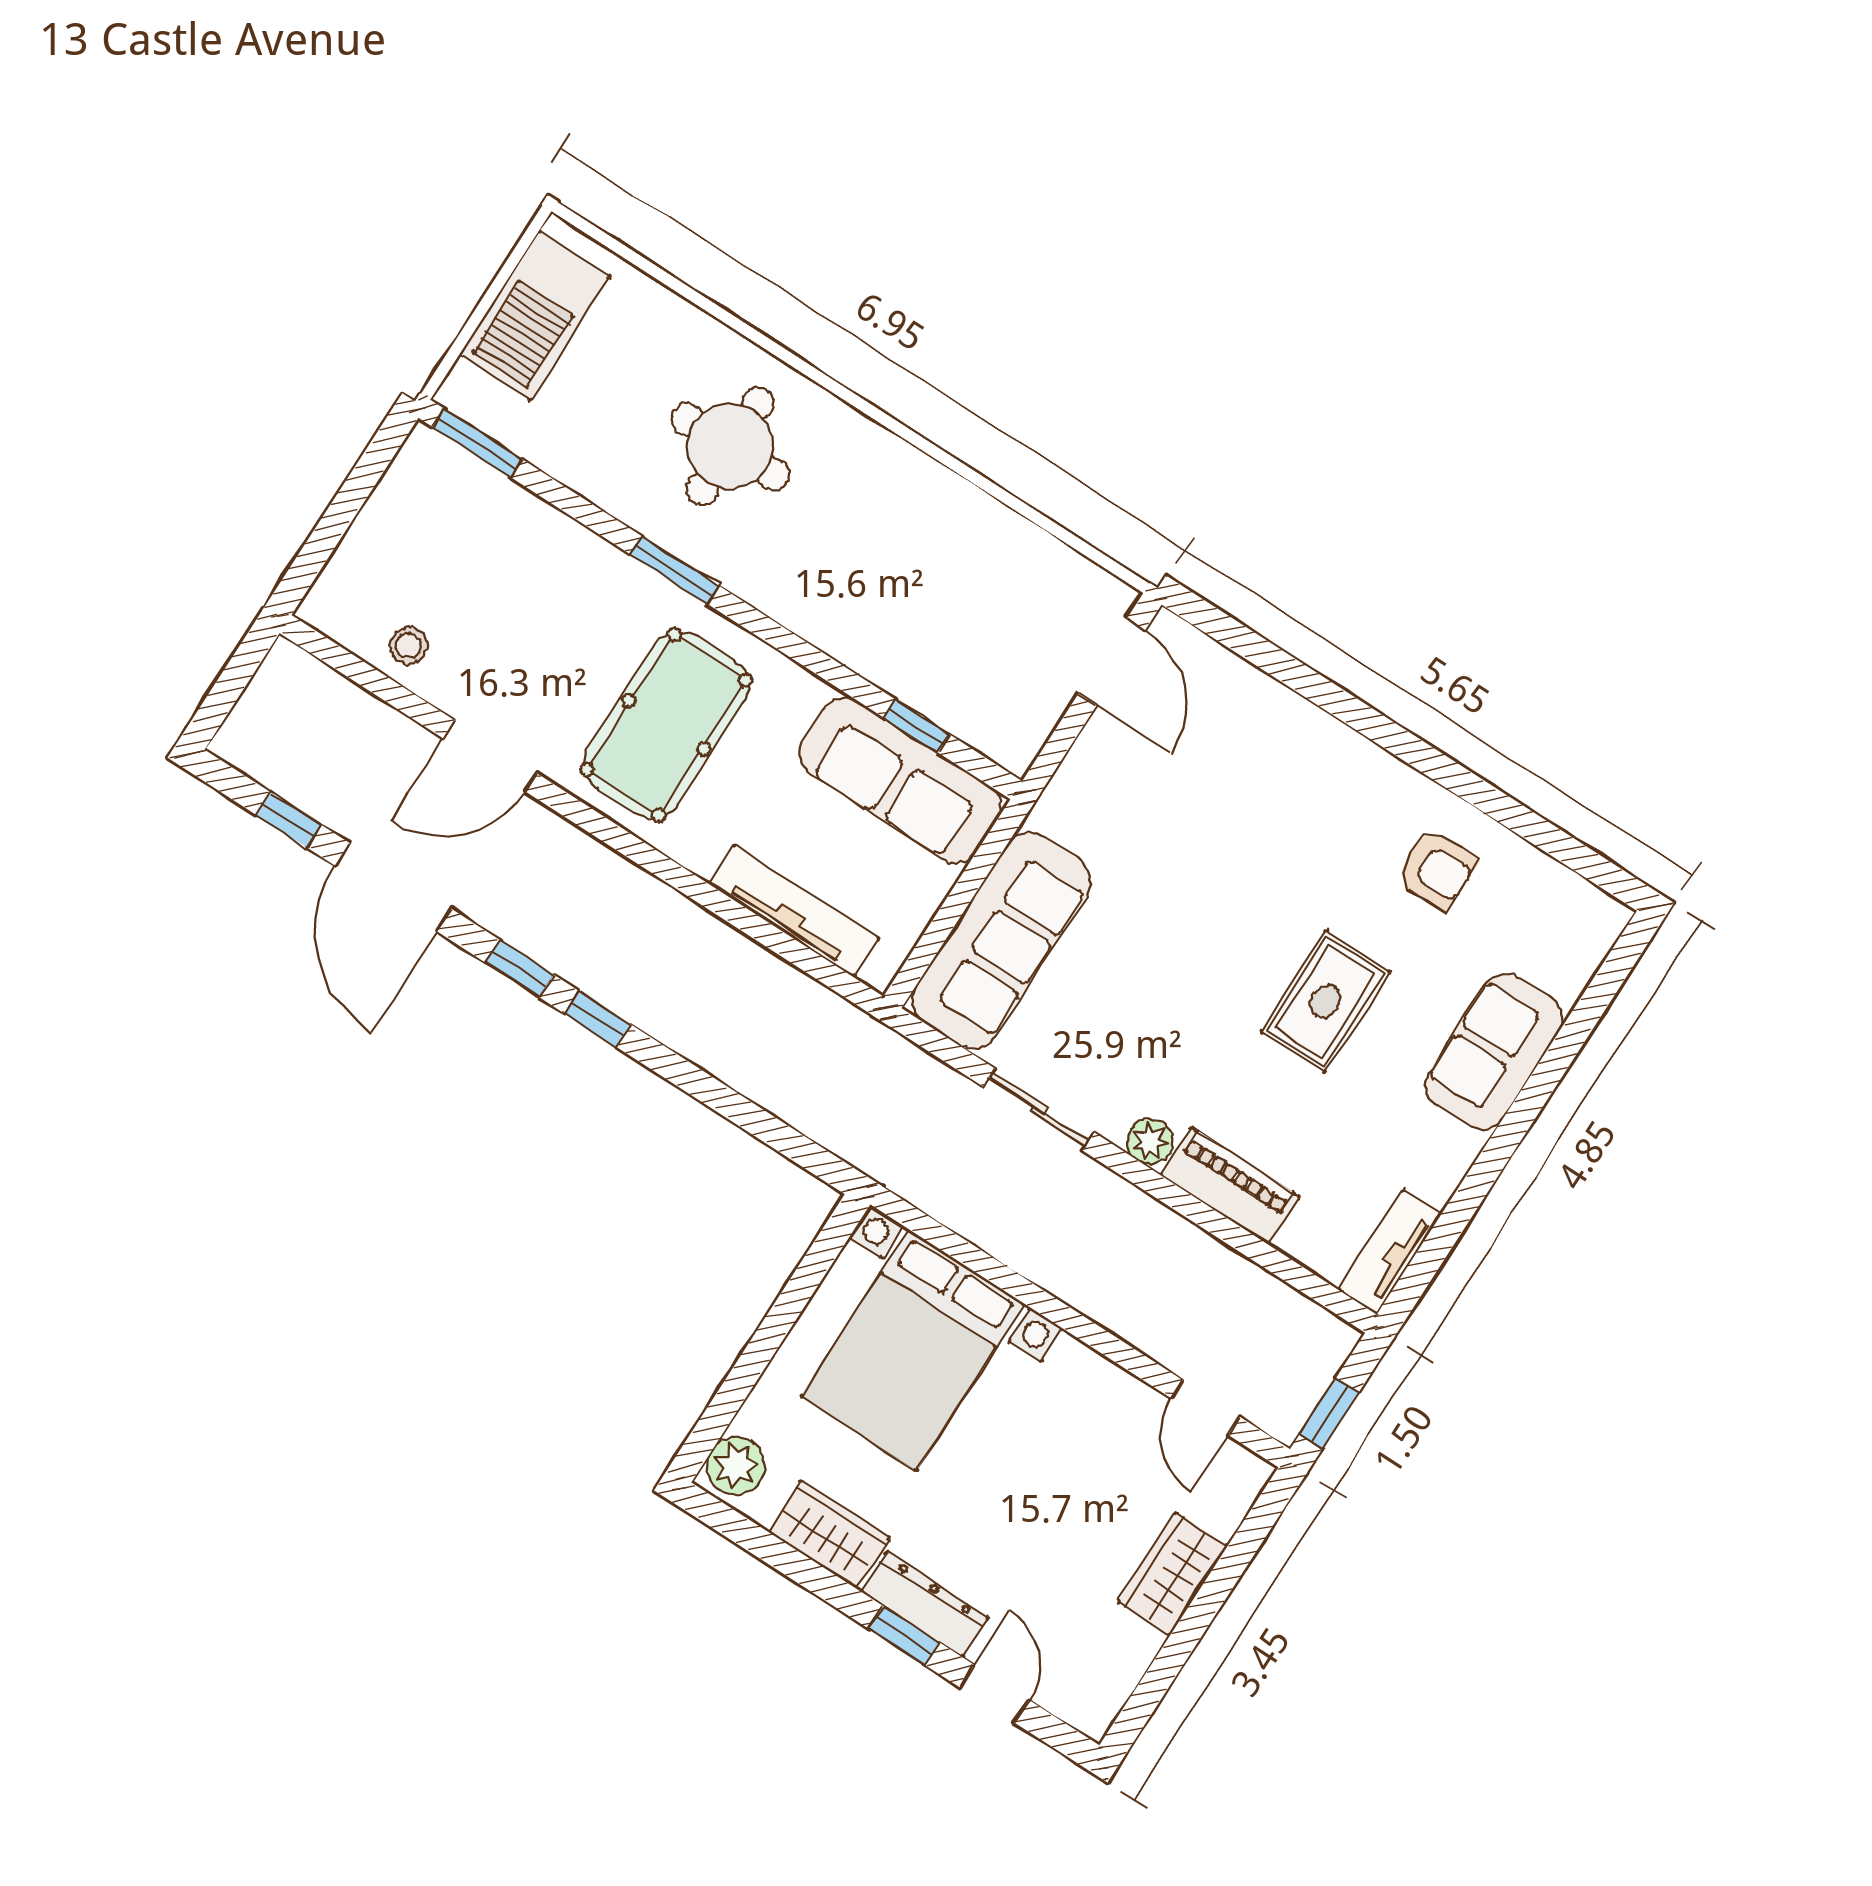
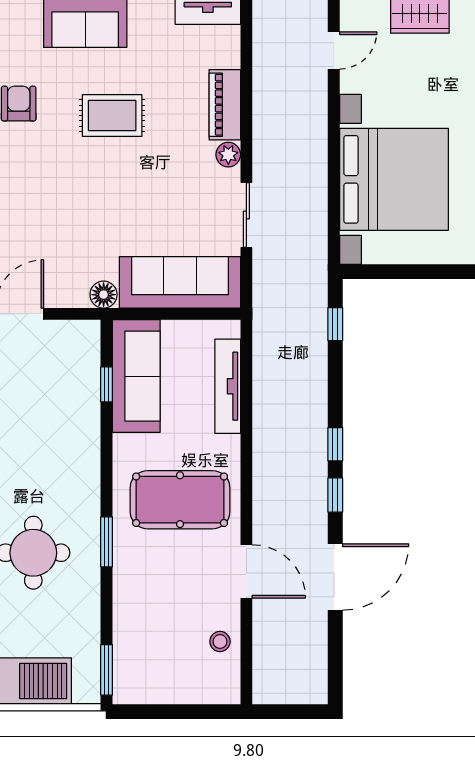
floor lamp: (1058, 811) -> (104, 295), added
window: (289, 820) -> (335, 324), moved
bed with nightstands: (913, 1350) -> (394, 179), width x1.36

